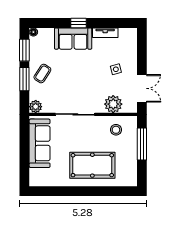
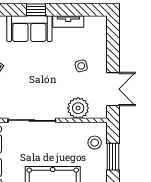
stool: (116, 130) -> (95, 143), moved
window: (142, 144) -> (113, 157), width x0.69

